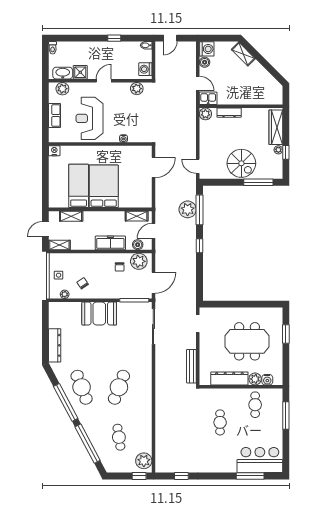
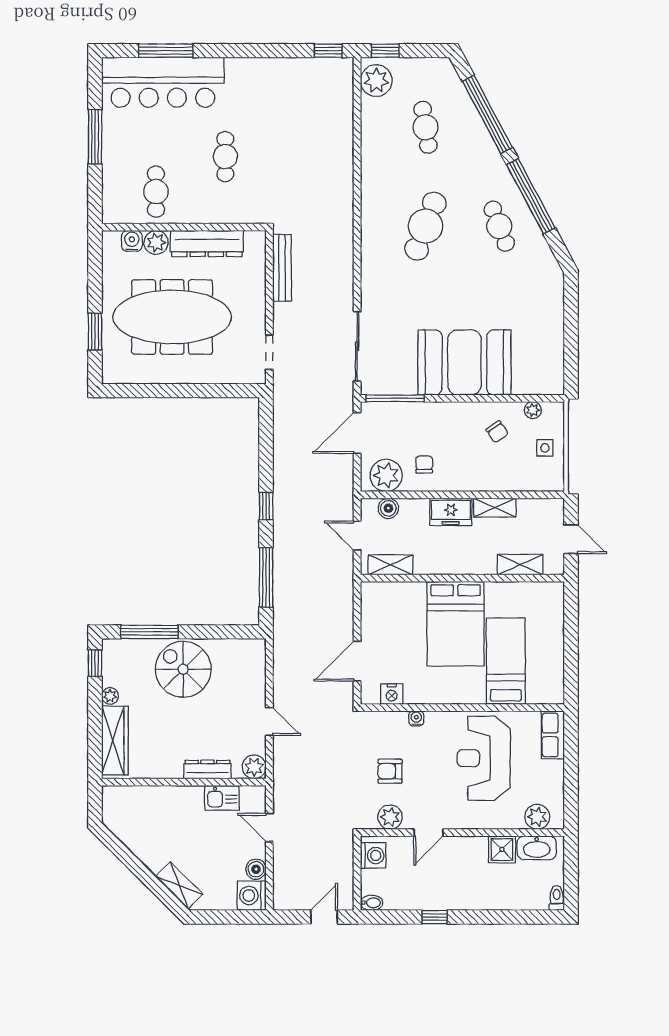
door: (104, 81) -> (429, 833), moved
kitchen sink: (208, 98) -> (222, 798), moved
armchair: (137, 112) -> (390, 771), added
row of seats: (55, 116) -> (553, 735), moved
reception desk: (89, 118) -> (484, 758), turned 180
nightstand: (54, 151) -> (392, 694), moved
window: (286, 152) -> (95, 663), moved
door: (198, 166) -> (269, 721), moved
bed: (79, 186) -> (506, 661), moved, turned 180
plant: (188, 209) -> (289, 578), removed
door: (45, 229) -> (571, 539), hinge flipped
door: (153, 231) -> (357, 536), swing flipped
freezer: (110, 243) -> (451, 512), width x0.71
shelving: (59, 245) -> (495, 508), moved
booth: (99, 313) -> (464, 362), width x1.36, depth x1.42
meeting table: (247, 341) -> (172, 317), width x1.36
dresser: (55, 345) -> (553, 309), removed
cafe table: (82, 387) -> (499, 226), width x0.73, depth x0.74
window: (286, 416) -> (95, 137), moved
bar counter: (260, 460) -> (163, 82), width x1.36
window: (181, 476) -> (328, 51), moved

